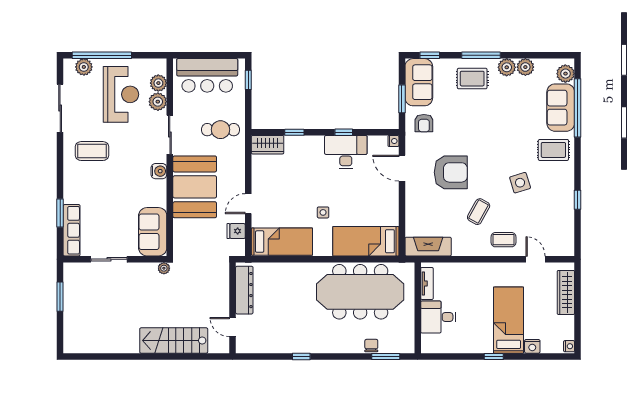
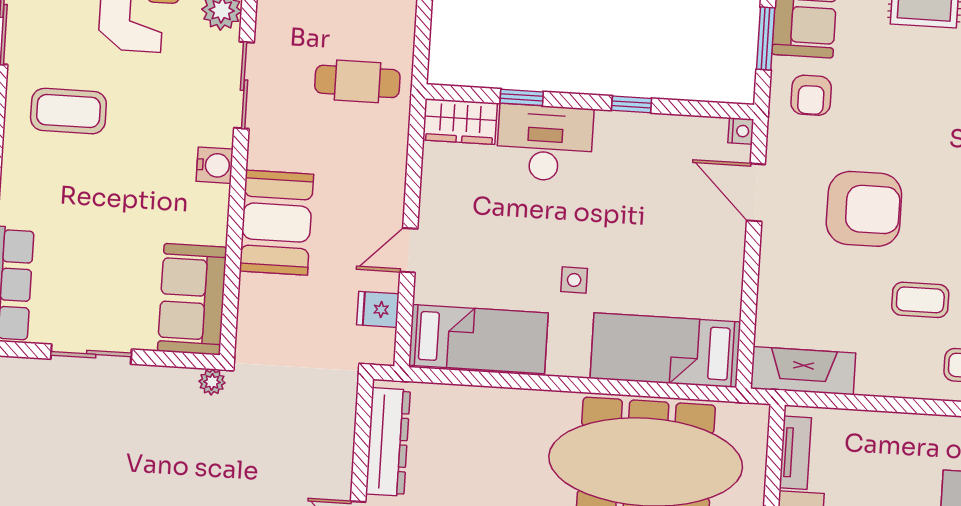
desk: (346, 152) -> (545, 143), moved
booth: (195, 187) -> (276, 223), width x0.73, depth x0.70
coffee table: (479, 212) -> (920, 300), turned 61

